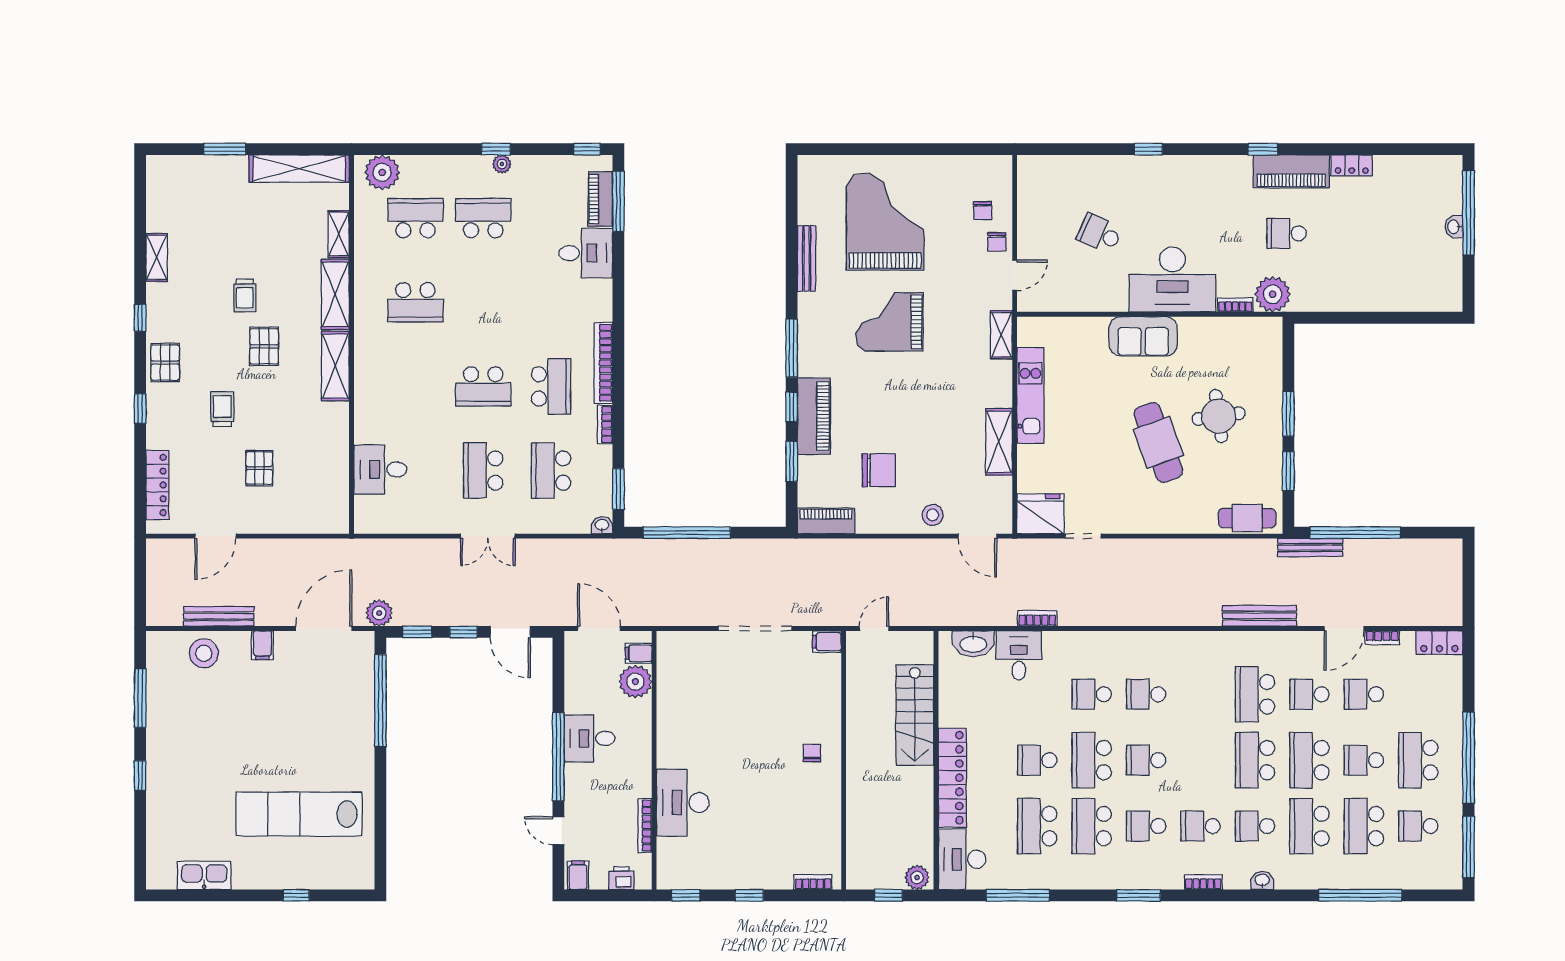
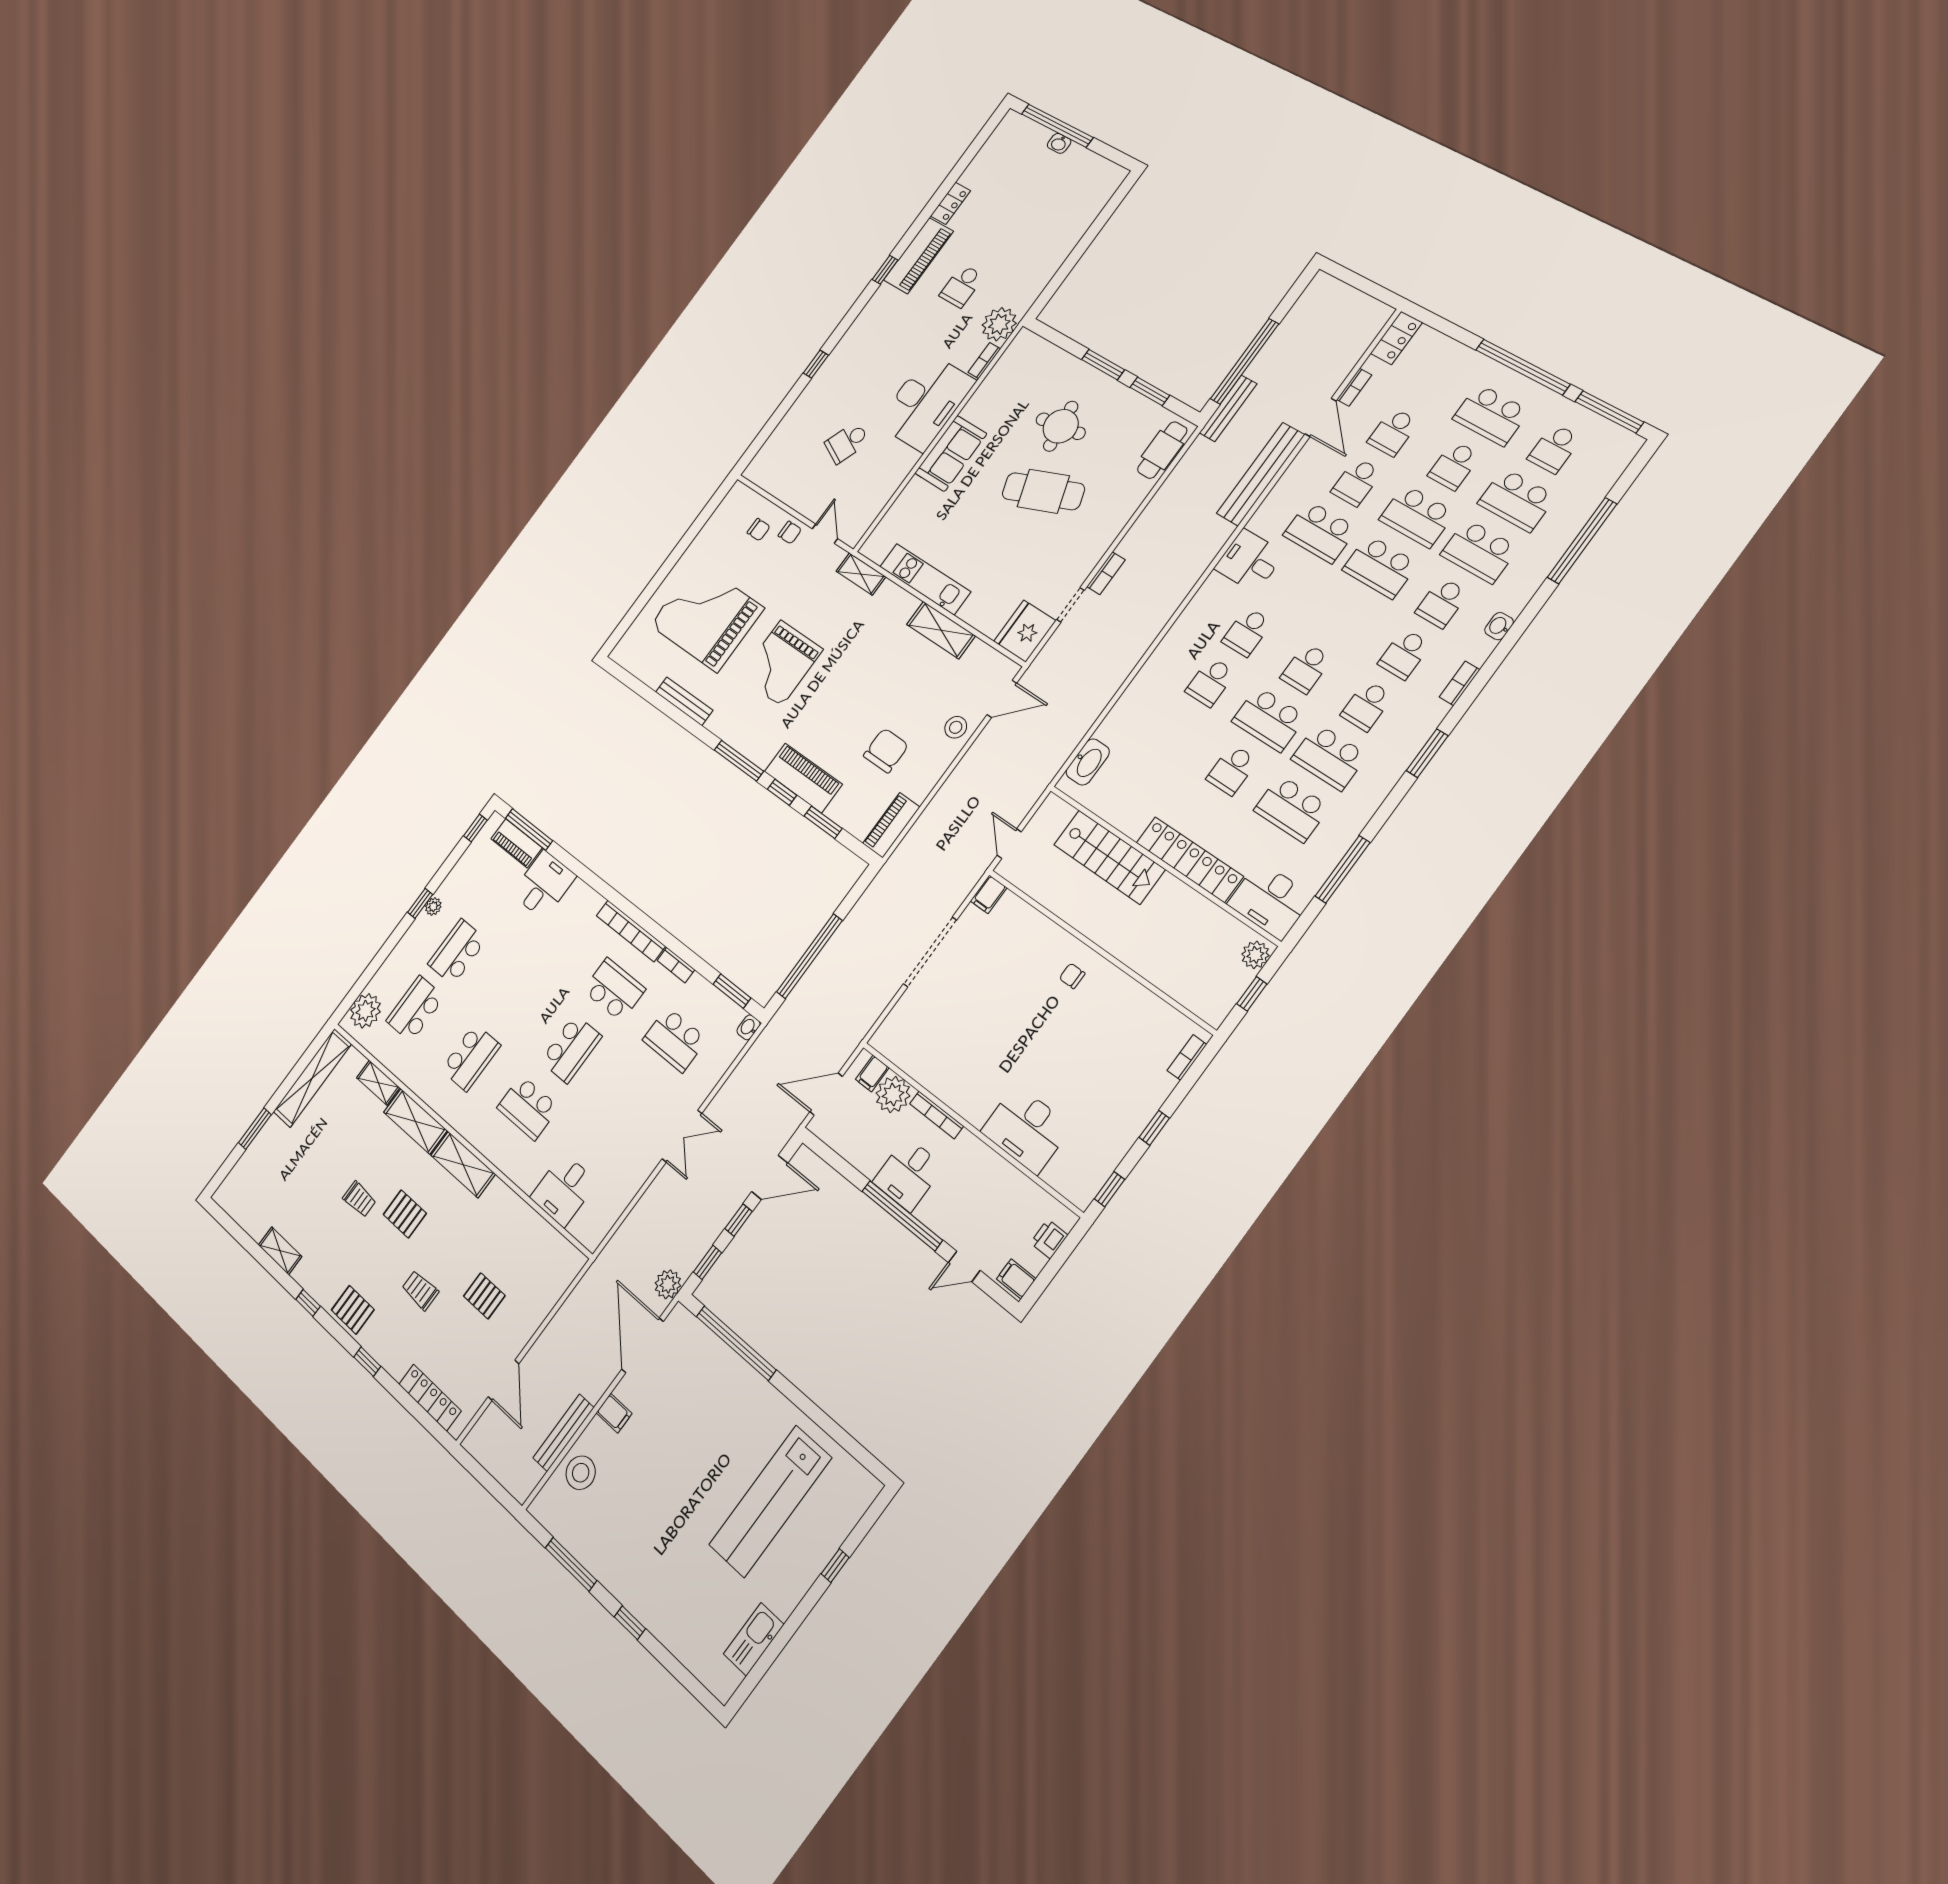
school desk: (483, 471) -> (528, 1108), moved
bench: (1259, 616) -> (1261, 474), width x1.37, depth x1.21
bookcase: (1037, 618) -> (1106, 573), moved, turned 180
desk: (1019, 655) -> (1249, 561), moved
bookcase: (645, 825) -> (937, 1115), moved

